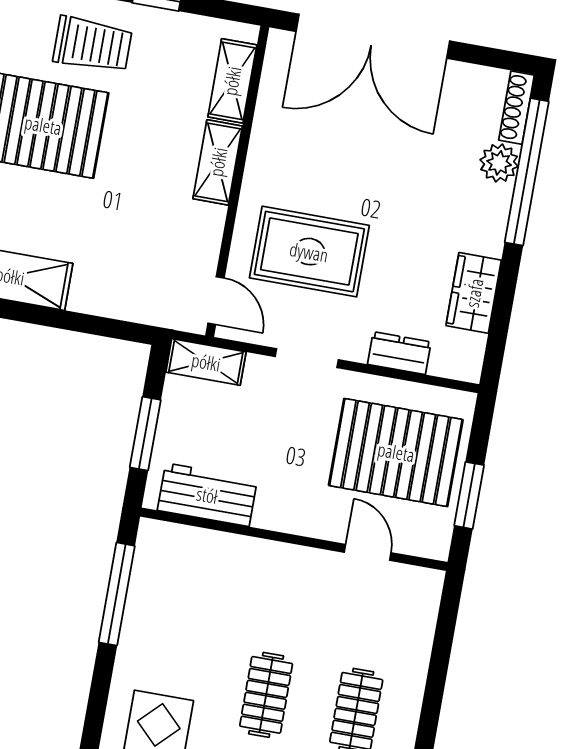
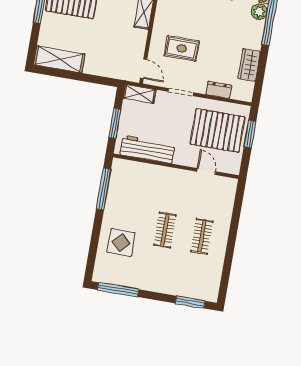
rug: (309, 252) -> (182, 48), width x0.73, depth x0.70
workbench: (207, 495) -> (147, 149), width x1.38
window: (469, 495) -> (250, 134), moved

